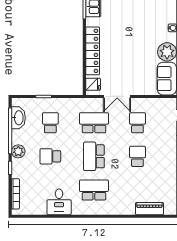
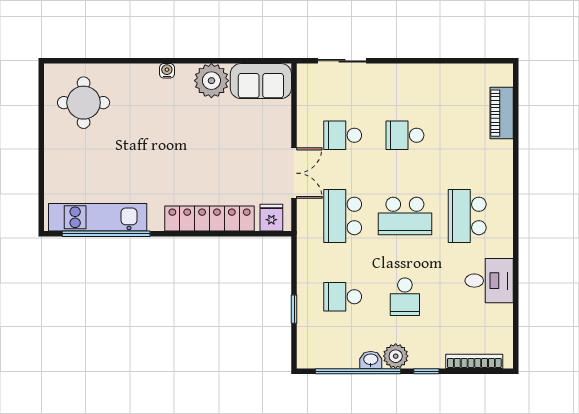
washbasin: (18, 118) -> (371, 360), moved, width x0.52, depth x0.69

